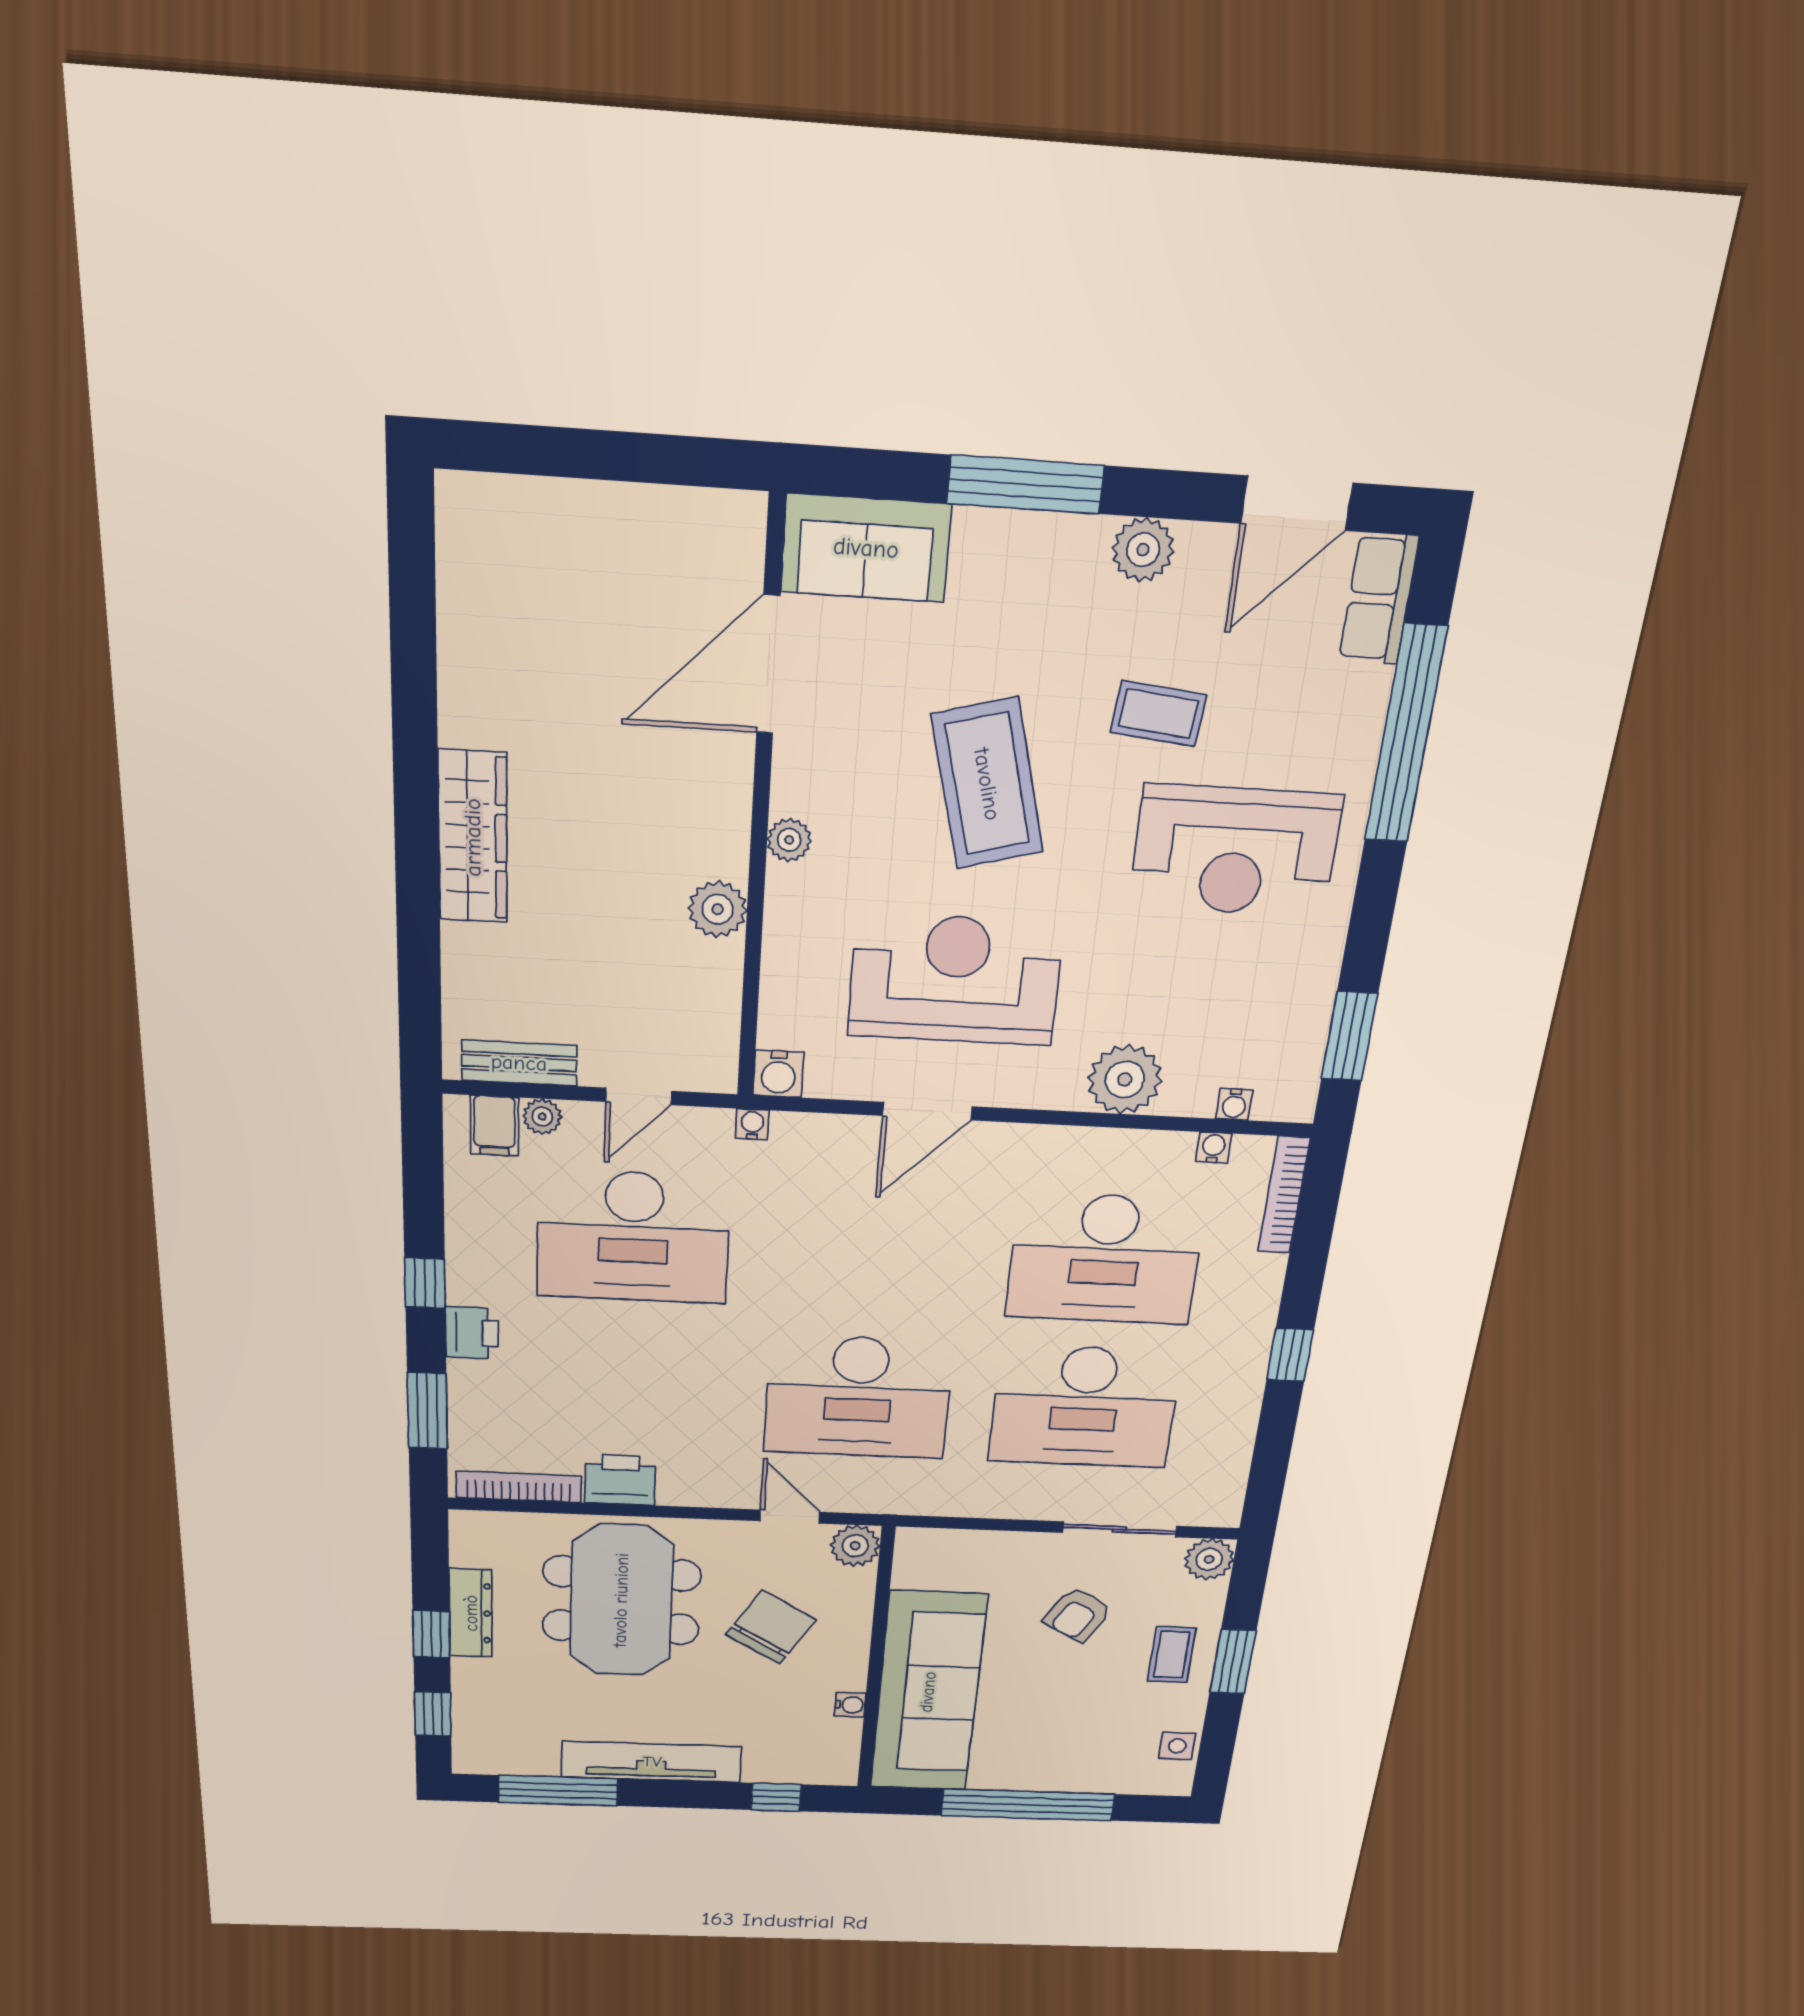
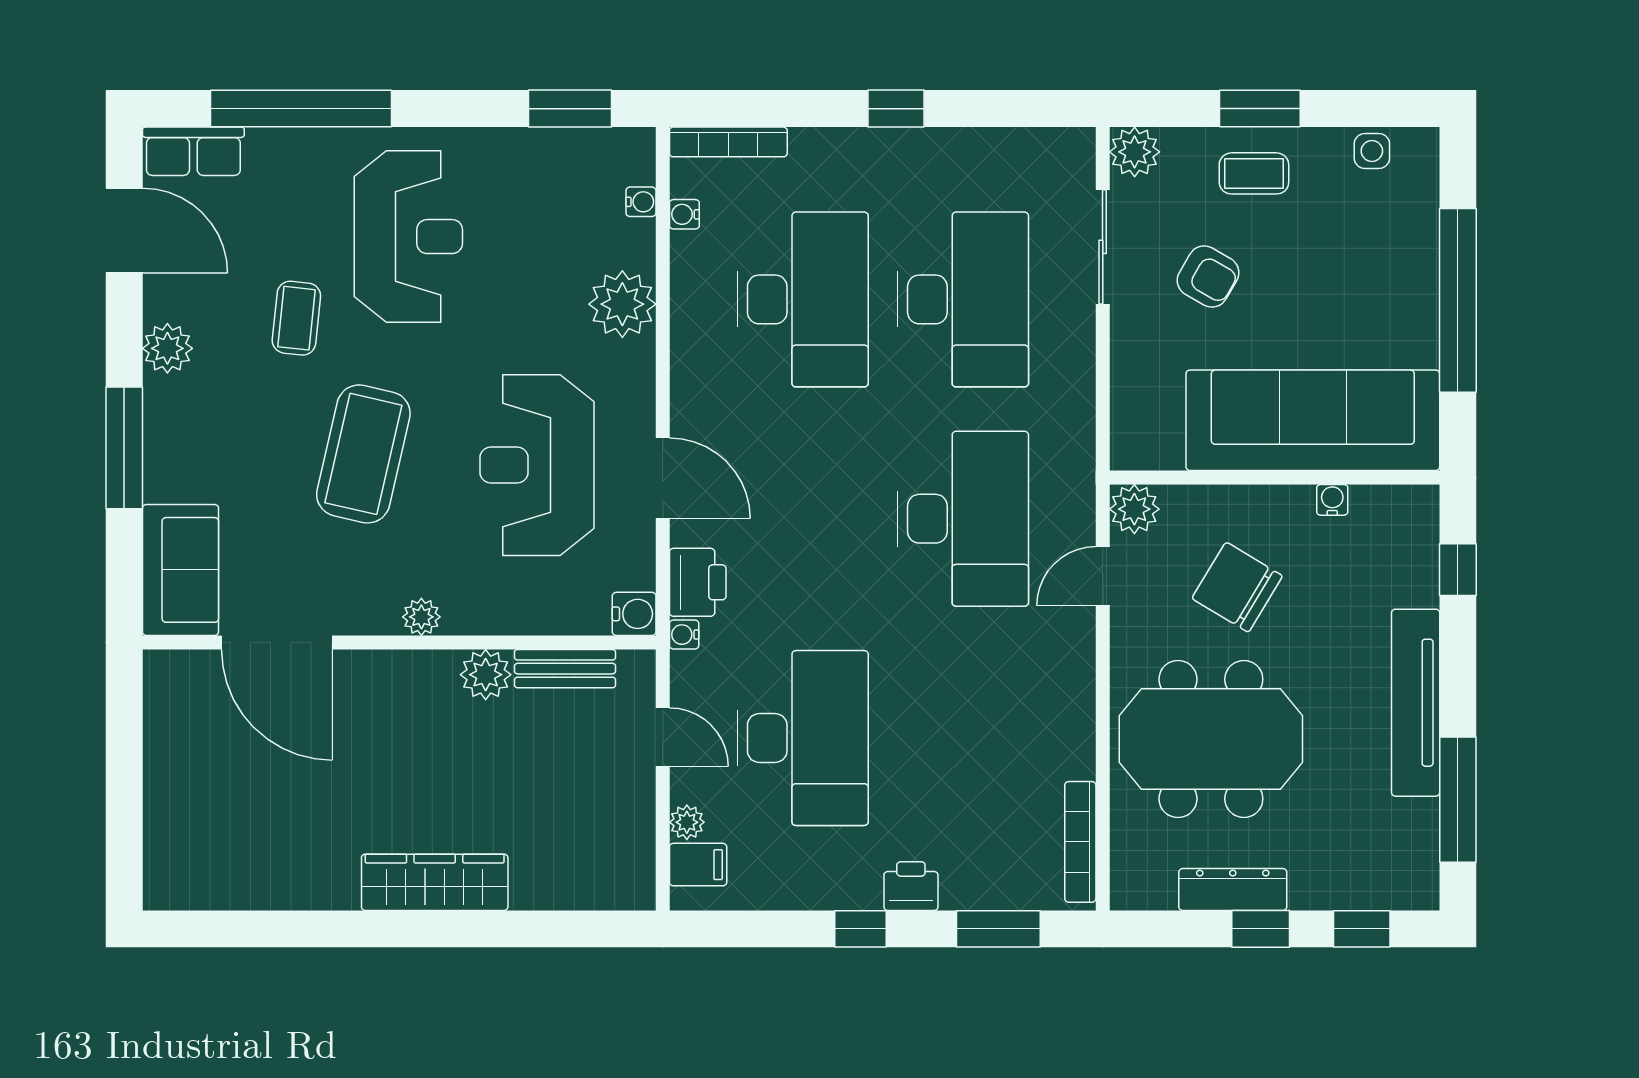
coffee table: (987, 784) -> (363, 454), turned -62
bench: (519, 1063) -> (565, 669), moved, turned 90
printer: (620, 1480) -> (698, 582), moved, turned 180

